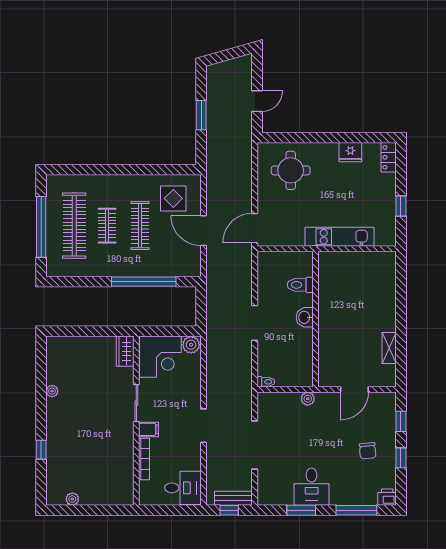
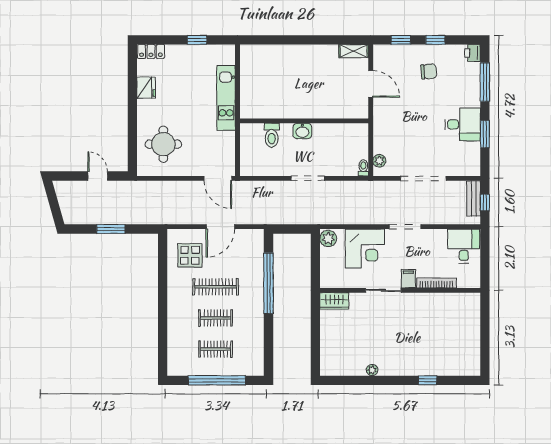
clothes rail: (74, 226) -> (216, 349), width x0.54, depth x0.76
shelving: (389, 348) -> (354, 51), moved
corner desk: (160, 357) -> (365, 249), moved, turned 90
plant: (308, 399) -> (379, 161), moved
plant: (72, 499) -> (474, 351), removed

